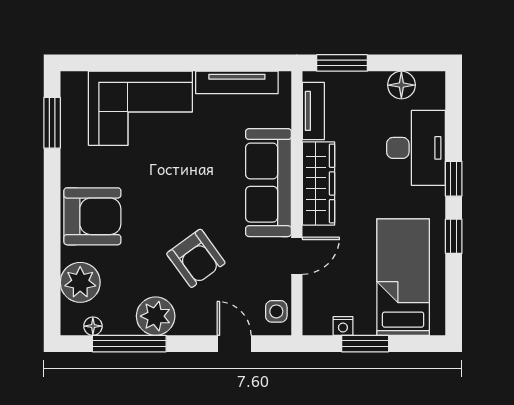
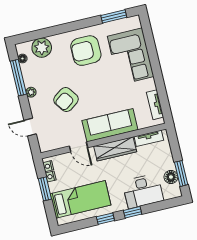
window: (342, 63) -> (181, 173), moved
tv unit: (237, 82) -> (155, 105), width x0.71
armchair: (92, 216) -> (86, 51), moved, turned 90
side table: (276, 311) -> (50, 143), removed
plant: (156, 316) -> (31, 92), width x0.53, depth x0.53
nightstand: (321, 326) -> (48, 166), added
door: (234, 344) -> (30, 127), swing flipped

